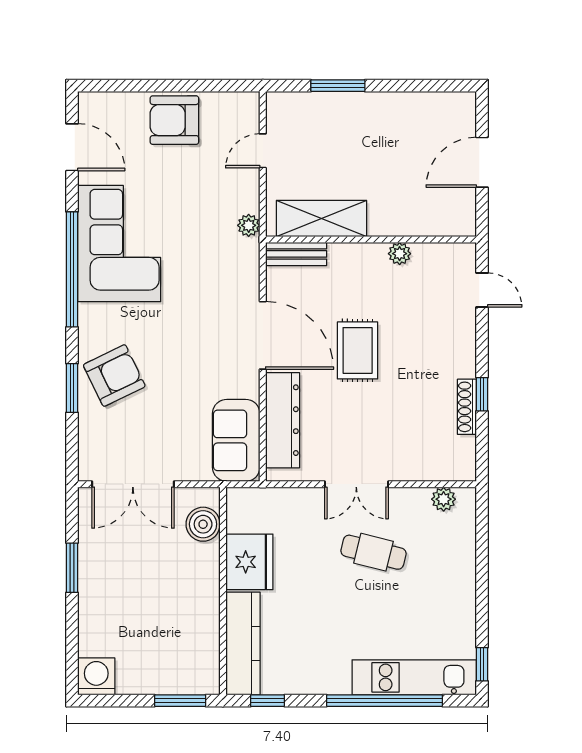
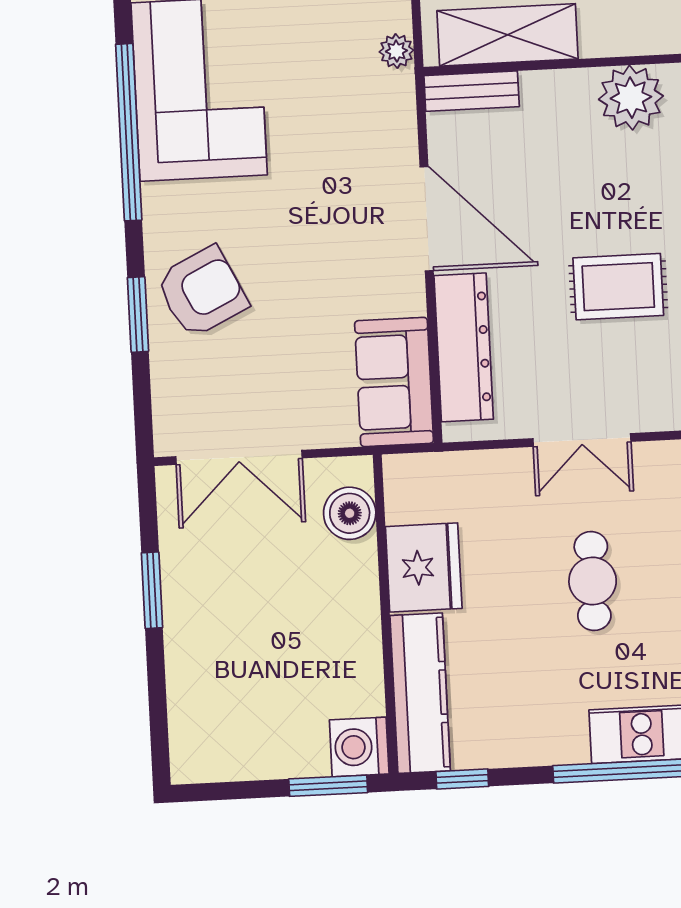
plant: (400, 254) -> (631, 98), width x1.88, depth x1.88
rug: (358, 350) -> (618, 287), moved, turned 90
cafe table: (373, 552) -> (593, 581), moved, turned 76
washing machine: (96, 676) -> (359, 747), moved, turned -90

